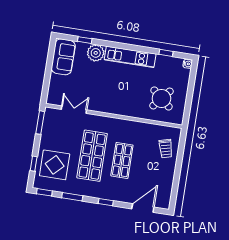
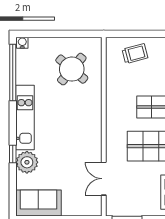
window: (85, 40) -> (13, 154), moved
window: (166, 53) -> (13, 72), width x3.17

